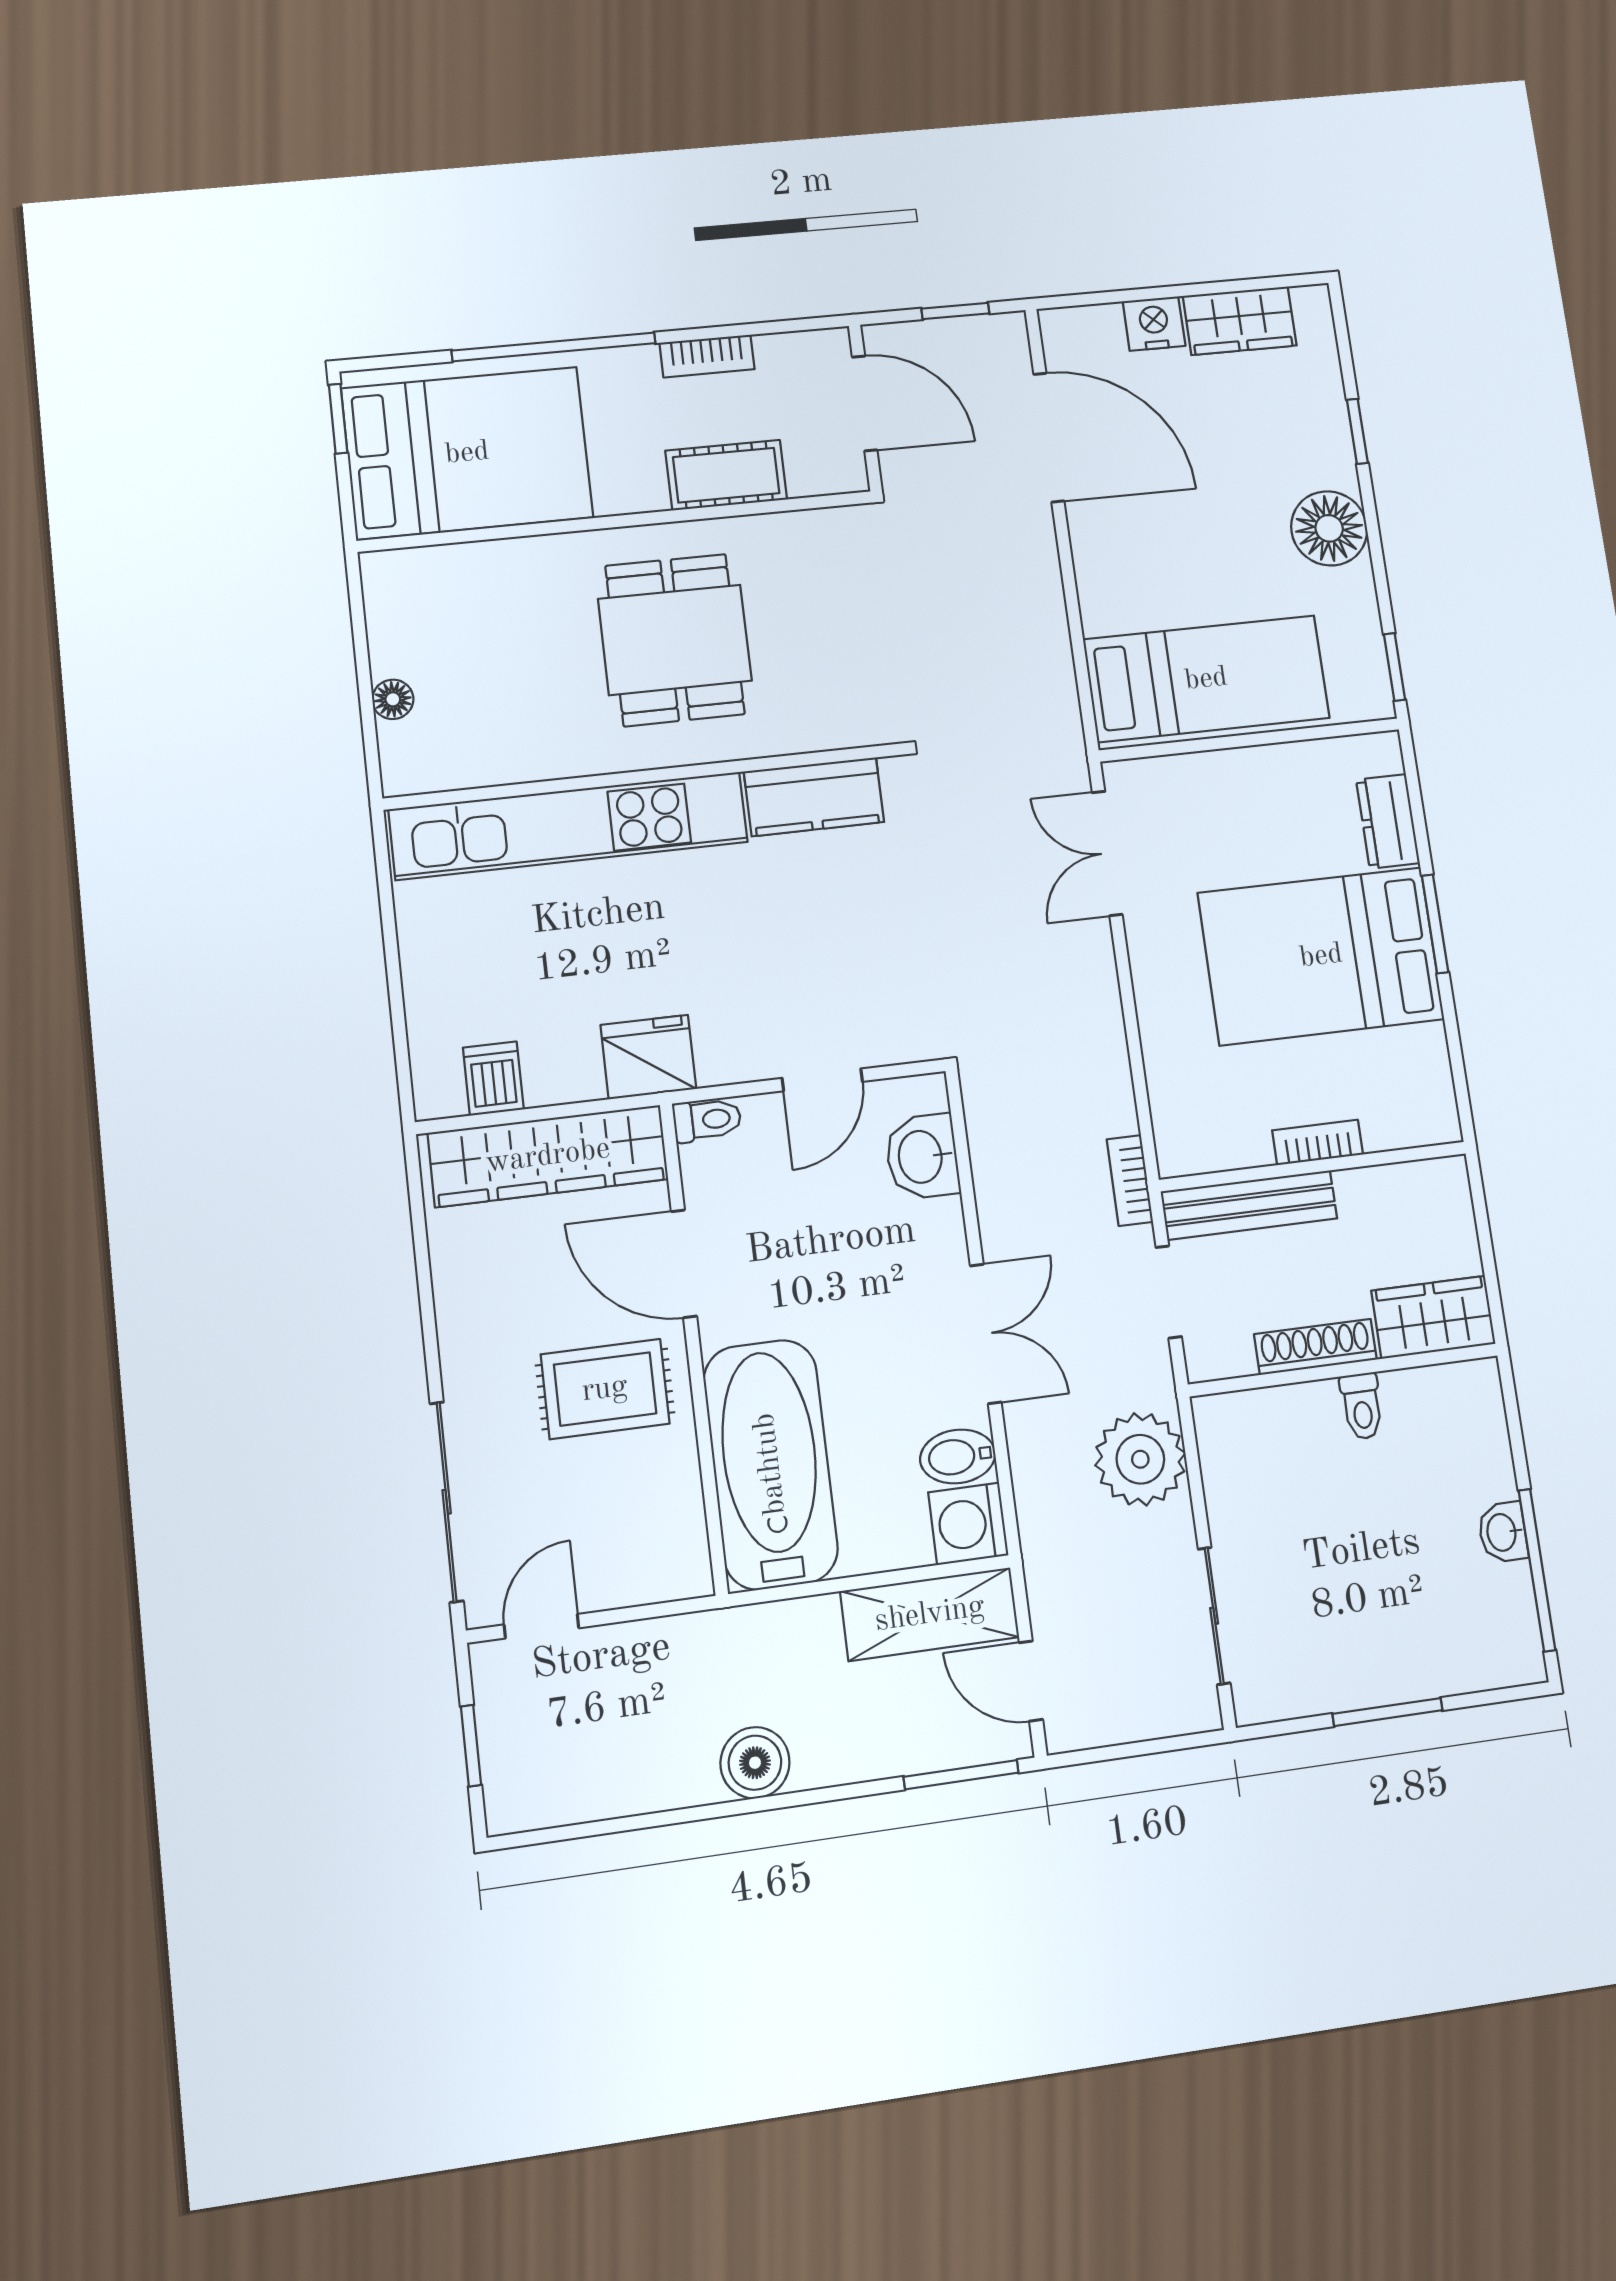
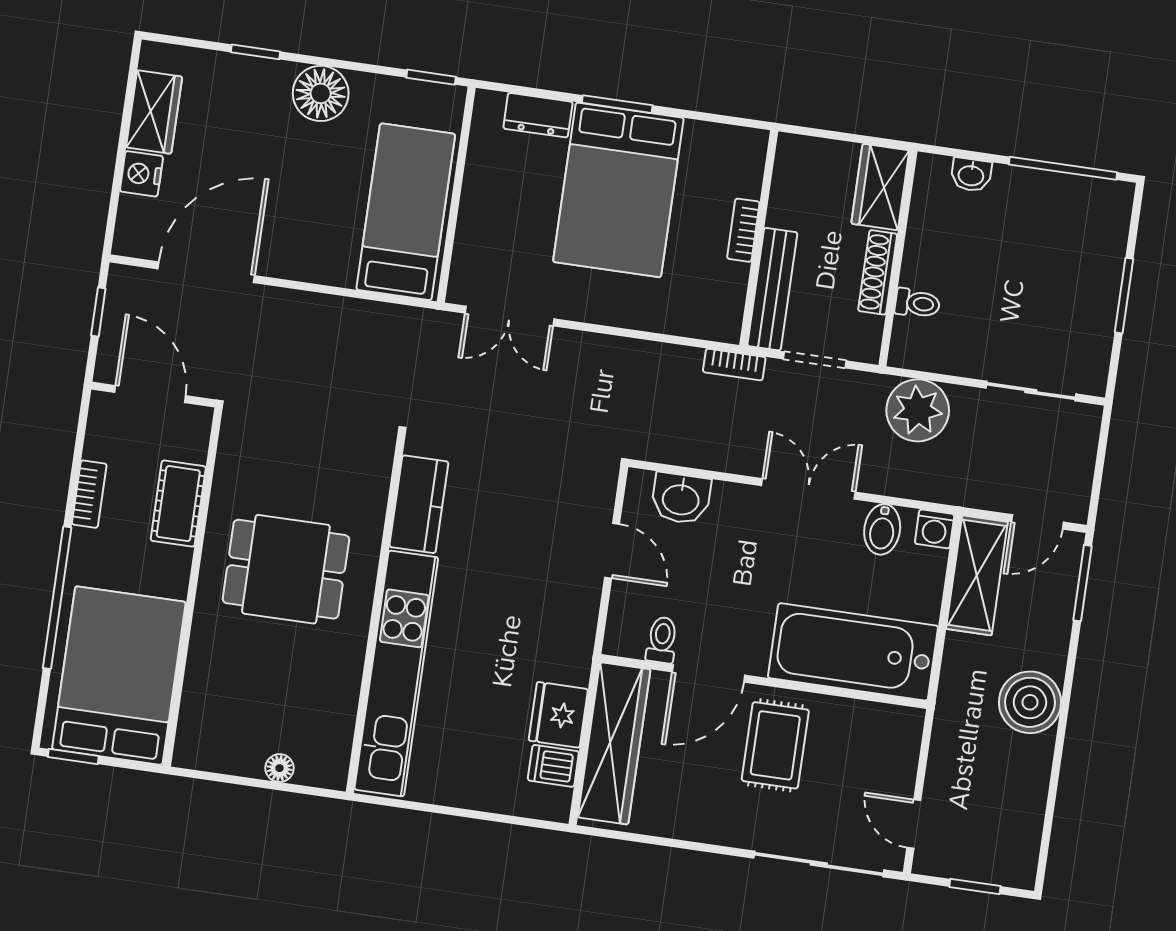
door: (865, 403) -> (150, 394), hinge flipped
fridge: (648, 1057) -> (558, 715), moved
toilet: (707, 1120) -> (662, 640), moved
toilet: (1362, 1406) -> (917, 303), moved
washing machine: (968, 1524) -> (935, 529), width x0.73, depth x0.73
washbasin: (1503, 1532) -> (971, 175), moved
boiler: (755, 1763) -> (1030, 702), width x1.37, depth x1.37

